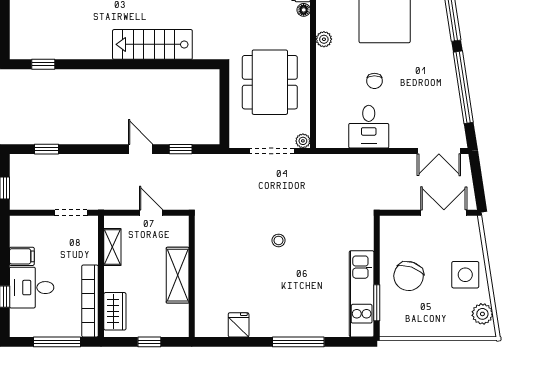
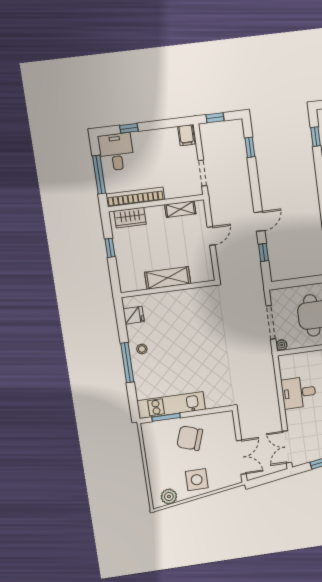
stool: (279, 240) -> (142, 349), moved
filing cabinet: (22, 256) -> (186, 135), moved
shelving: (178, 275) -> (168, 278), moved
wall: (192, 276) -> (168, 289), moved
desk: (32, 288) -> (116, 152), moved

